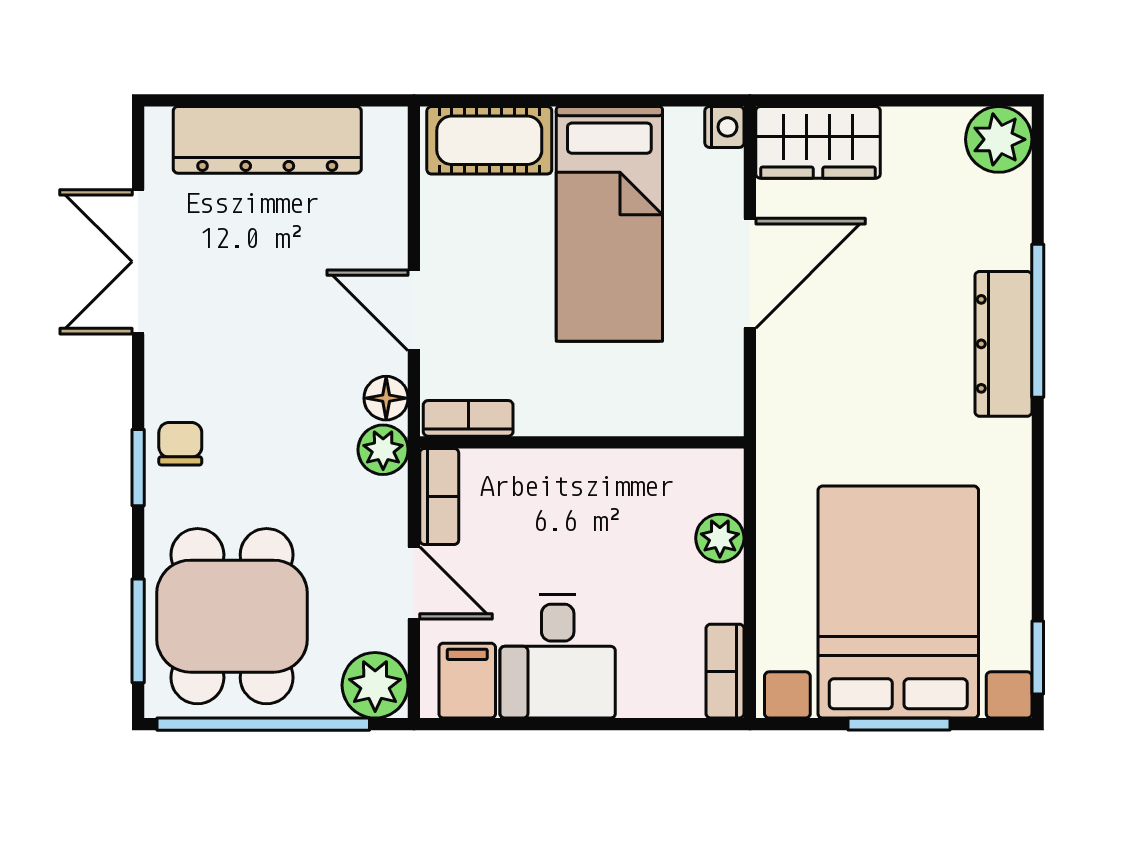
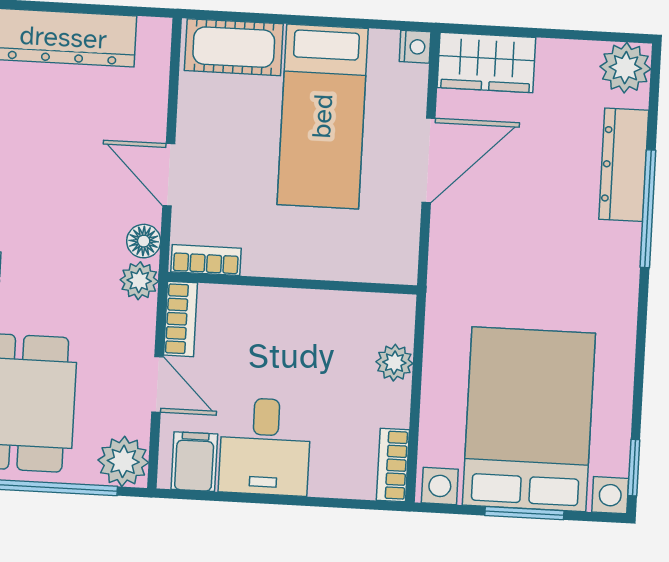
dresser: (1003, 344) -> (624, 165), moved

